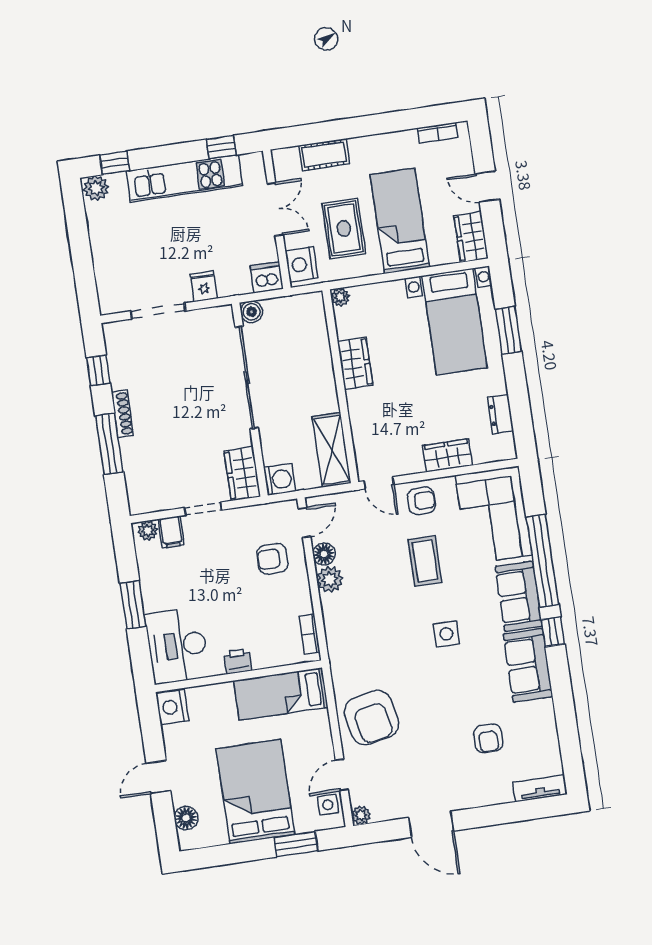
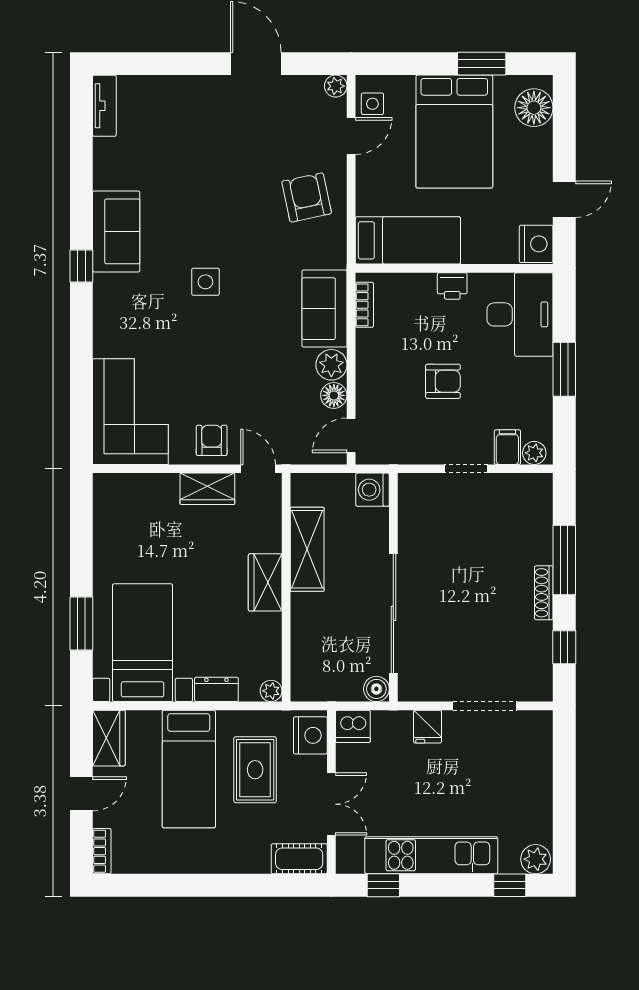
bookcase: (438, 133) -> (102, 851), moved, turned 90
cot: (324, 155) -> (299, 859), moved
door: (487, 187) -> (81, 794), hinge flipped
double door: (275, 209) -> (331, 804), swing flipped
wardrobe: (355, 363) -> (265, 582), moved
dresser: (501, 414) -> (216, 689), moved, turned -90
shelving: (332, 450) -> (307, 549), moved
wardrobe: (447, 455) -> (207, 489), moved
wardrobe: (242, 474) -> (415, 503), removed
armchair: (421, 501) -> (212, 440), turned 90
armchair: (272, 559) -> (443, 381), moved
coffee table: (425, 561) -> (218, 370), removed
window: (543, 561) -> (81, 350), removed
sofa: (519, 596) -> (324, 309), moved, turned 180
armchair: (372, 718) -> (307, 197), width x0.73, depth x0.73
armchair: (488, 738) -> (175, 153), removed
door: (158, 777) -> (564, 199), moved
tv unit: (540, 788) -> (104, 106), moved, turned -90
floor lamp: (186, 818) -> (534, 108), width x1.38, depth x1.38
window: (296, 844) -> (482, 64), moved

